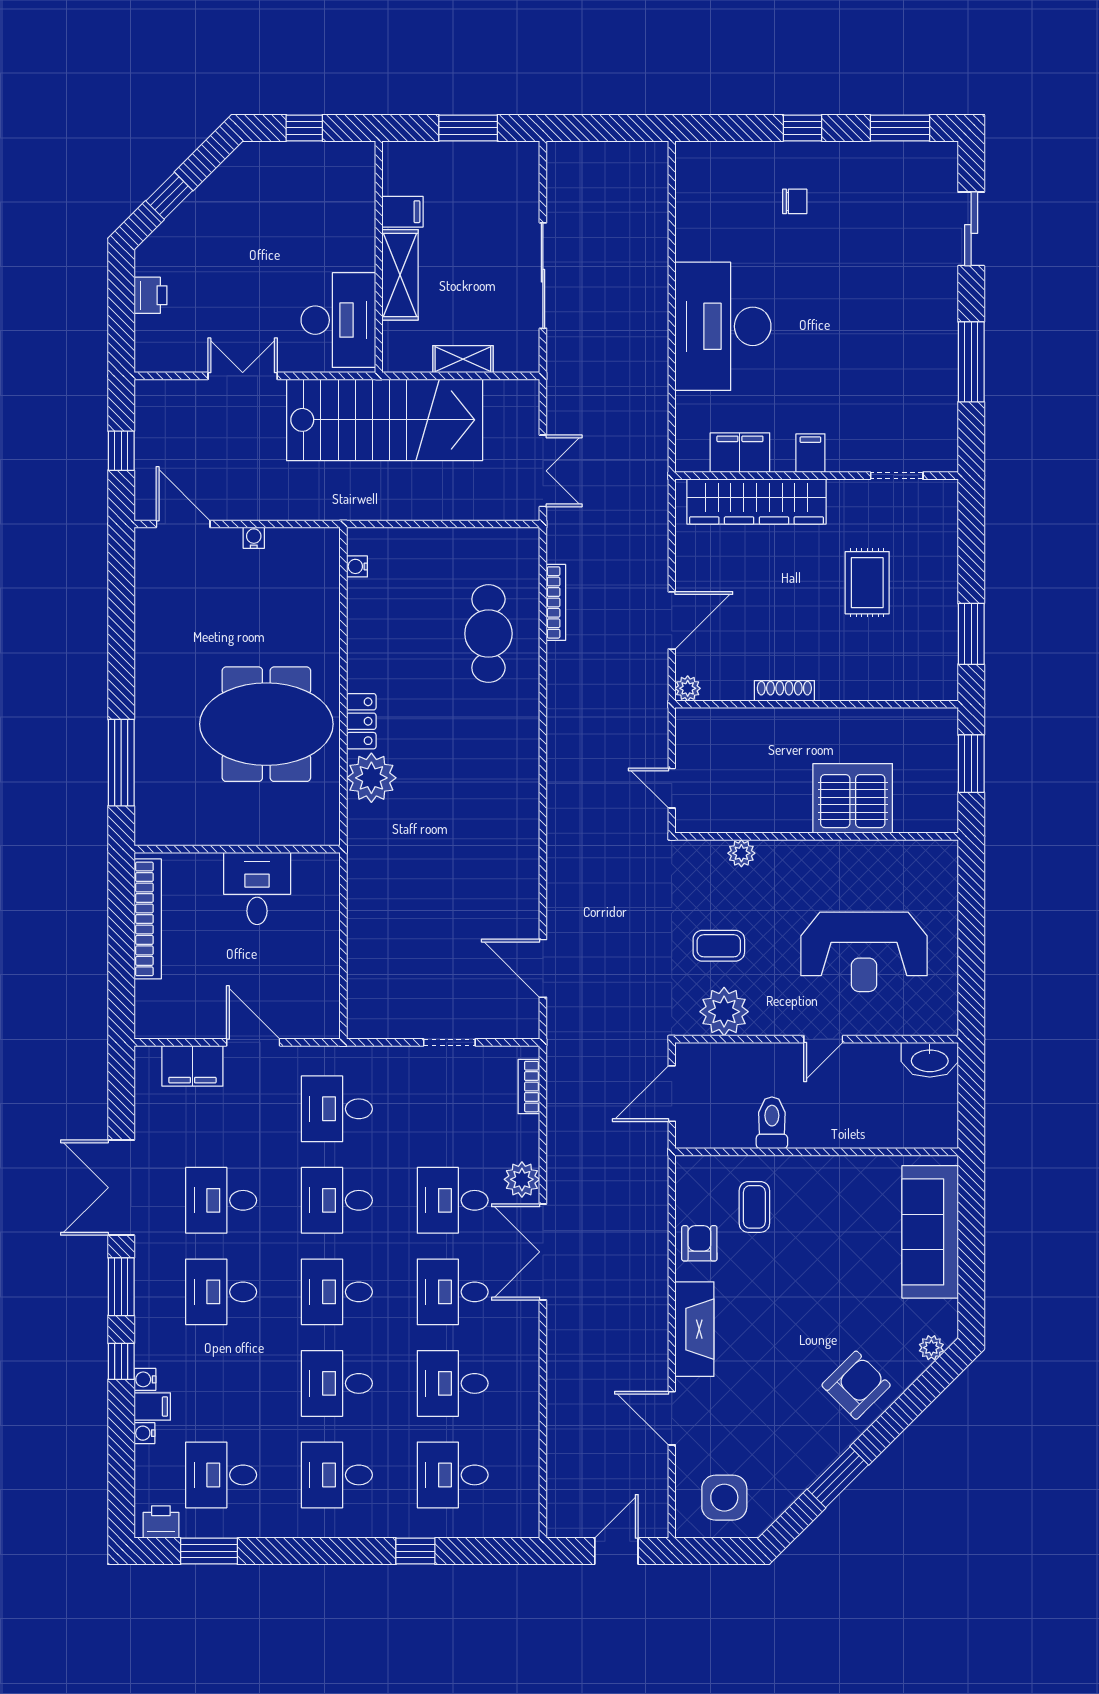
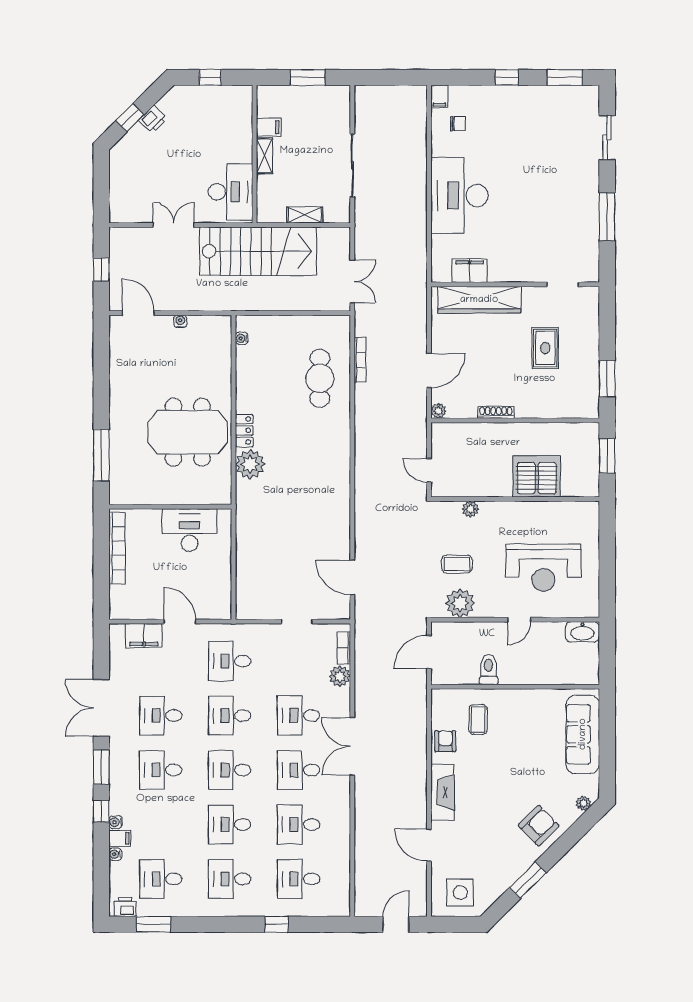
chair: (795, 201) -> (458, 124), moved
shelving: (400, 275) -> (265, 156), width x0.67, depth x0.75
printer: (150, 295) -> (153, 119), moved, turned 45
filing cabinet: (810, 453) -> (439, 97), moved, turned 180
desk: (257, 889) -> (190, 530), width x1.37
plant: (522, 1179) -> (340, 676), moved

